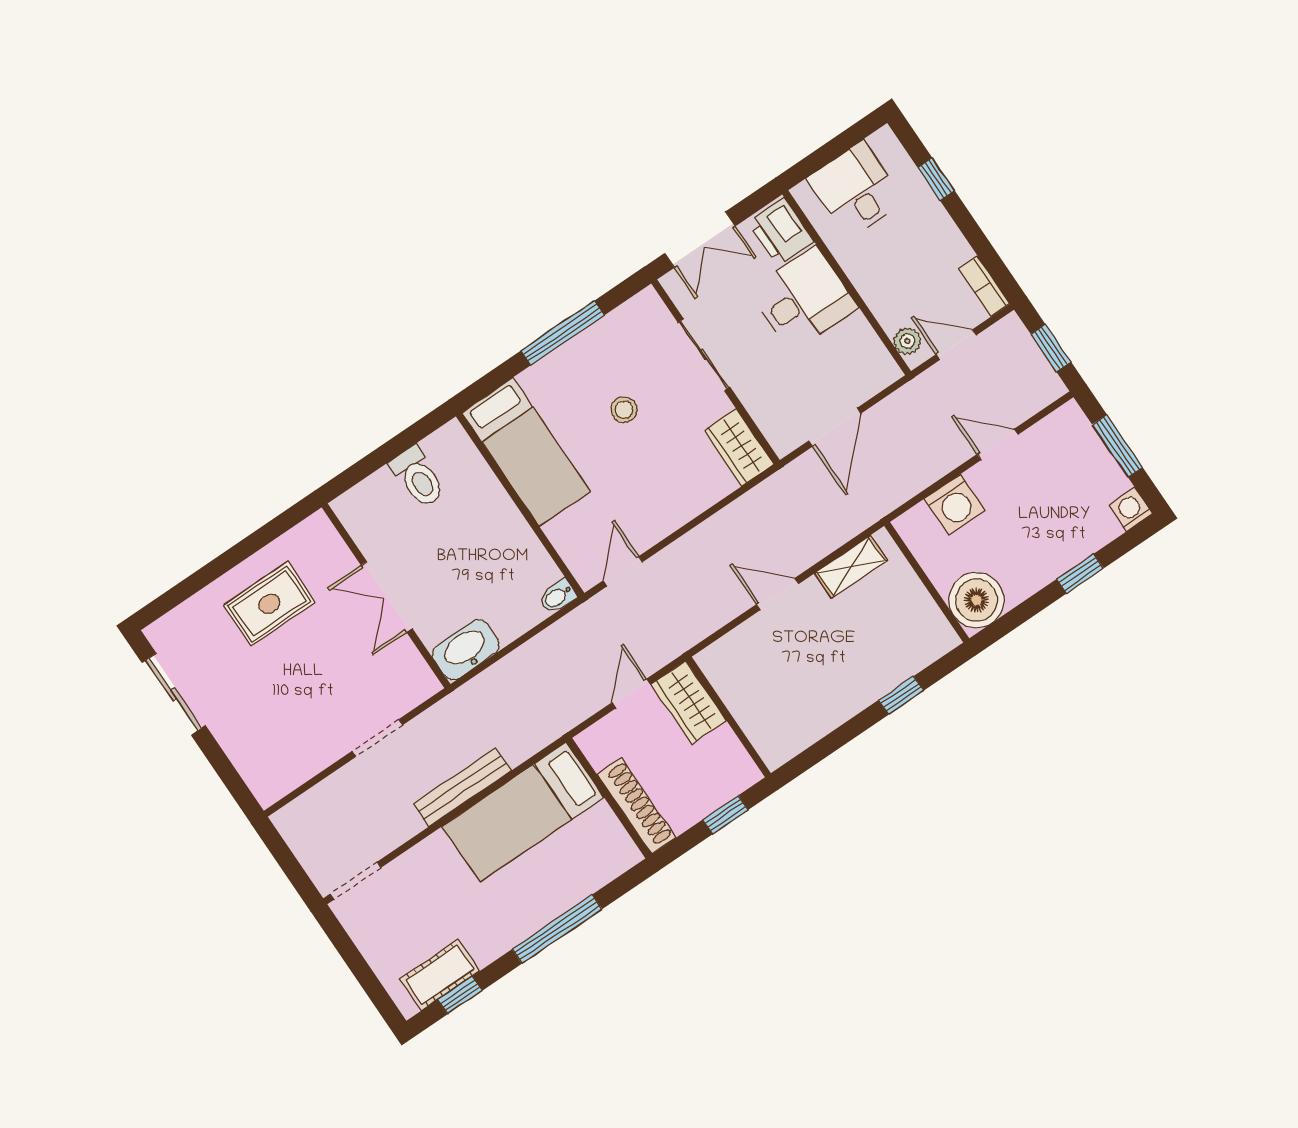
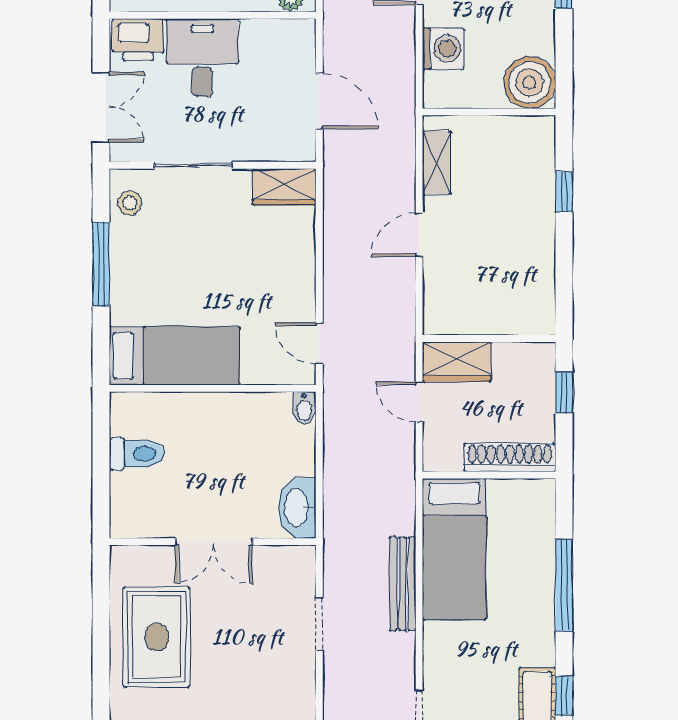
stool: (624, 410) -> (130, 203), moved
rug: (269, 604) -> (157, 637), width x1.36, depth x1.43

